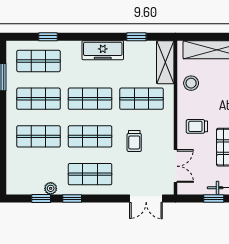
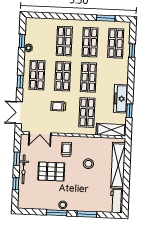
freezer: (103, 50) -> (121, 99), moved
stool: (191, 83) -> (88, 164), moved
window: (72, 198) -> (20, 82), moved

